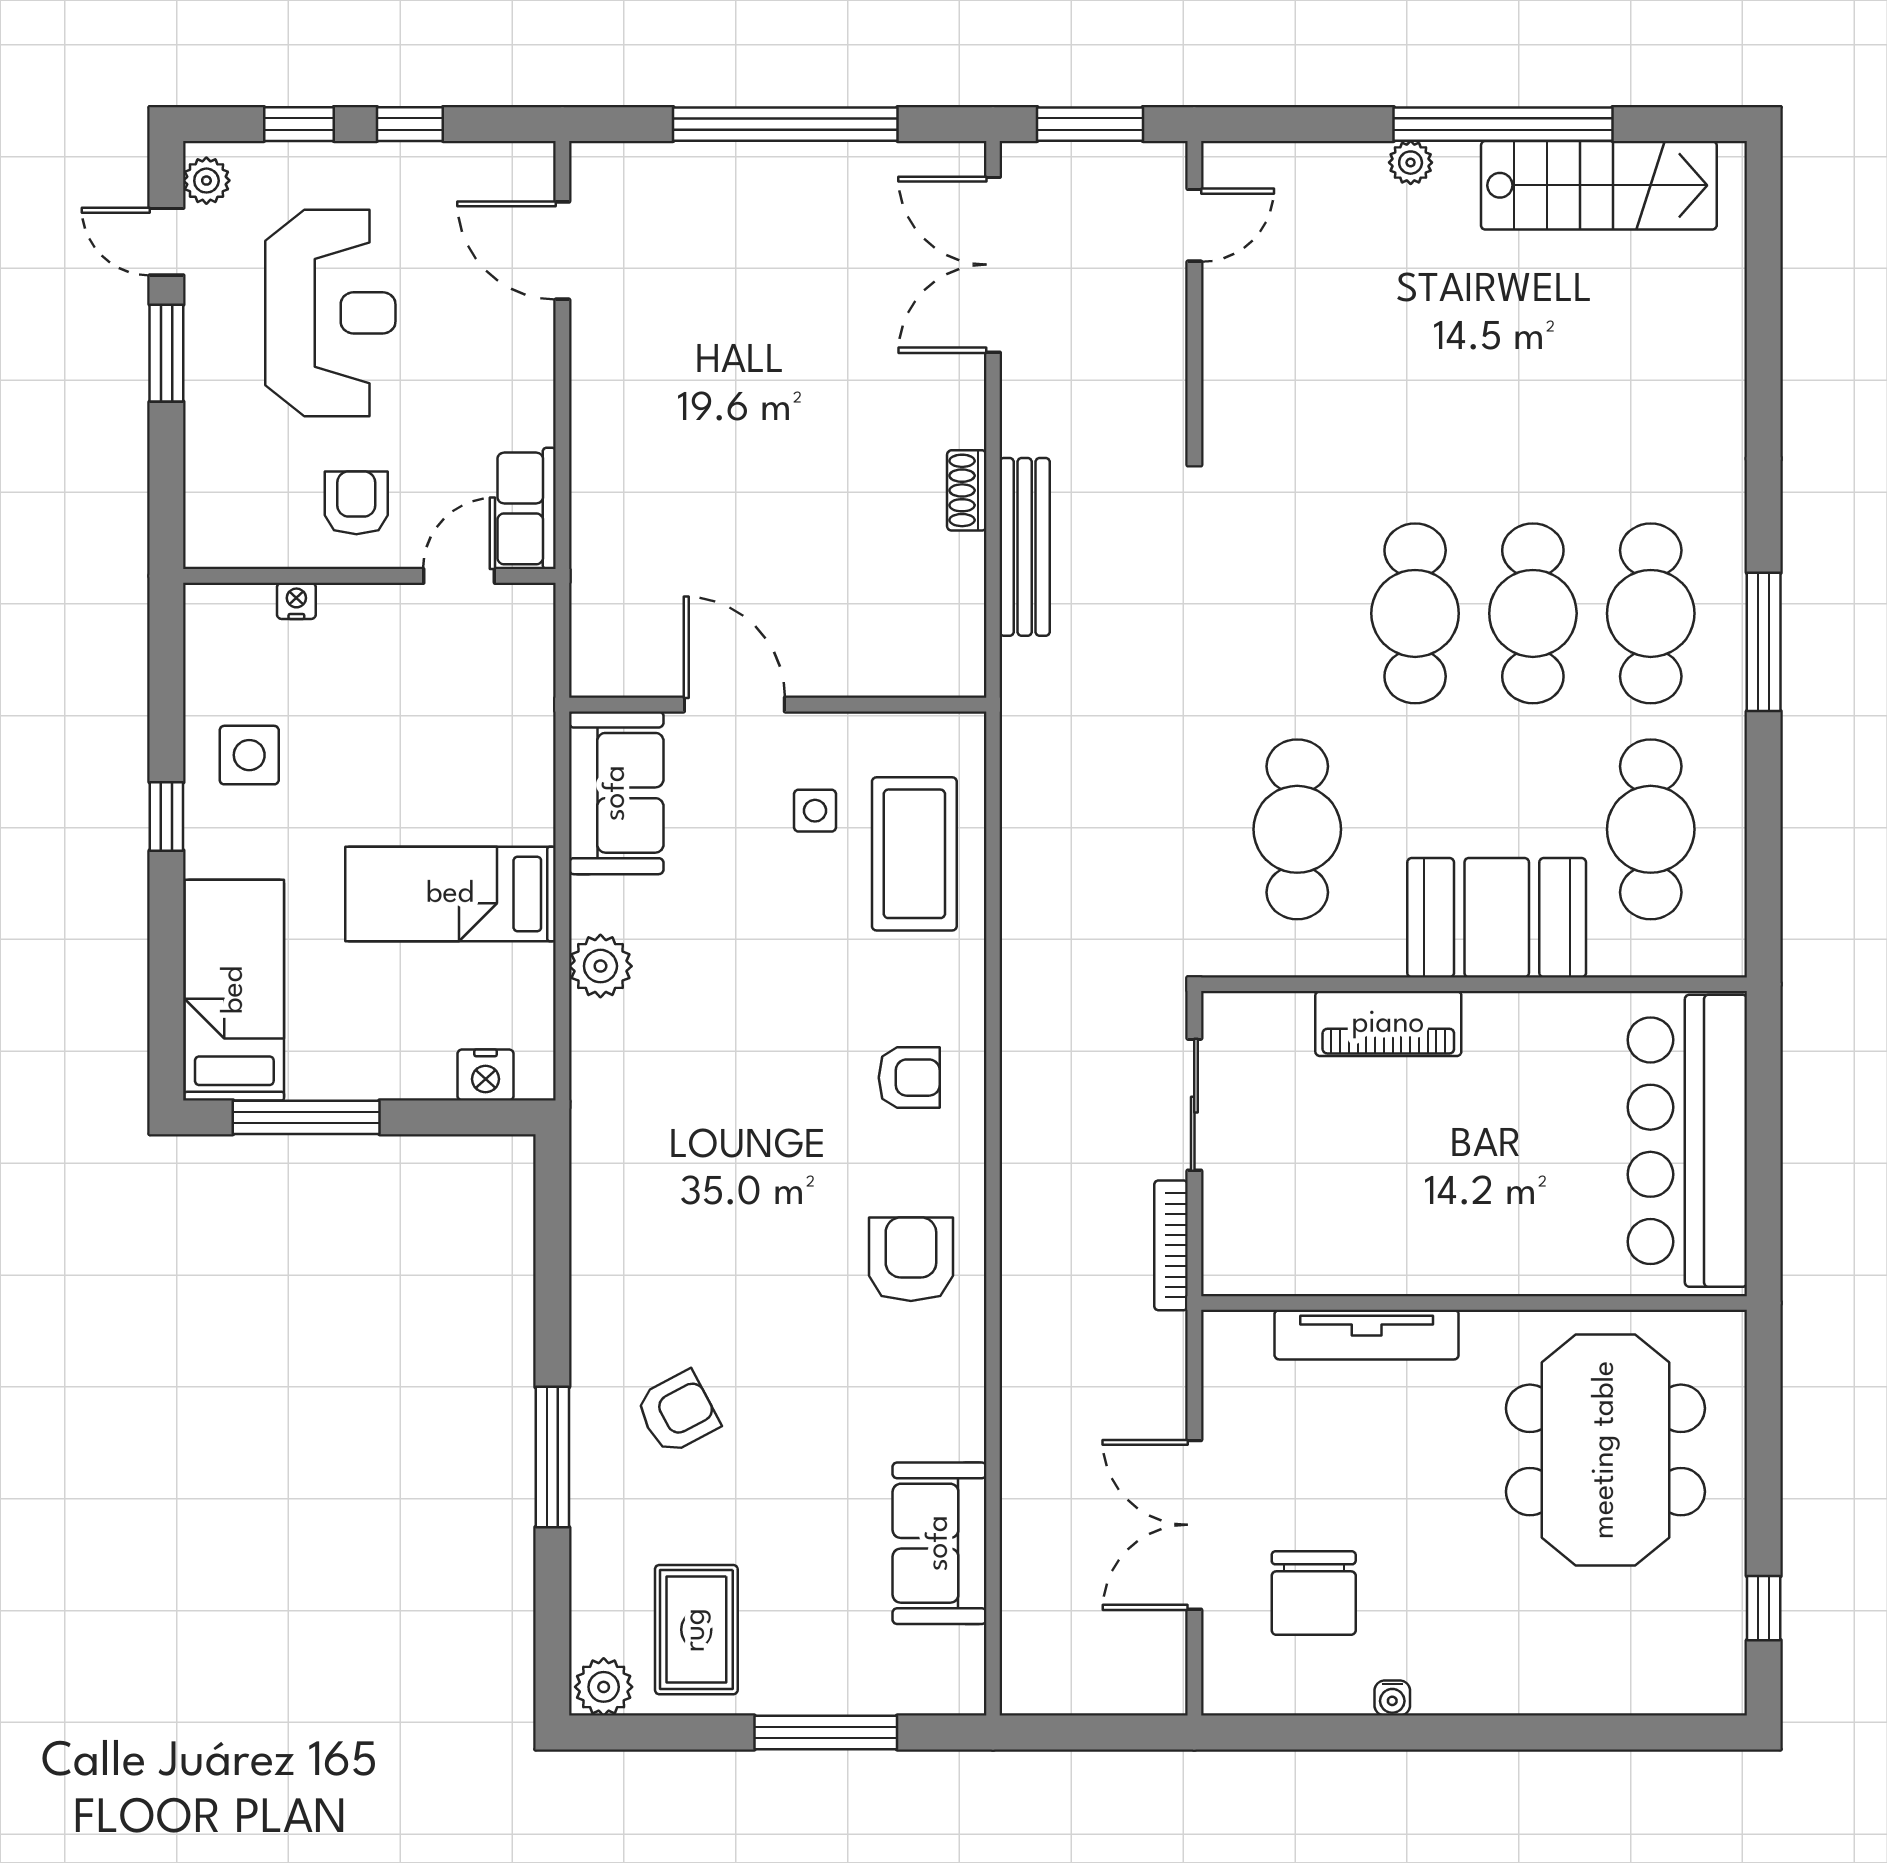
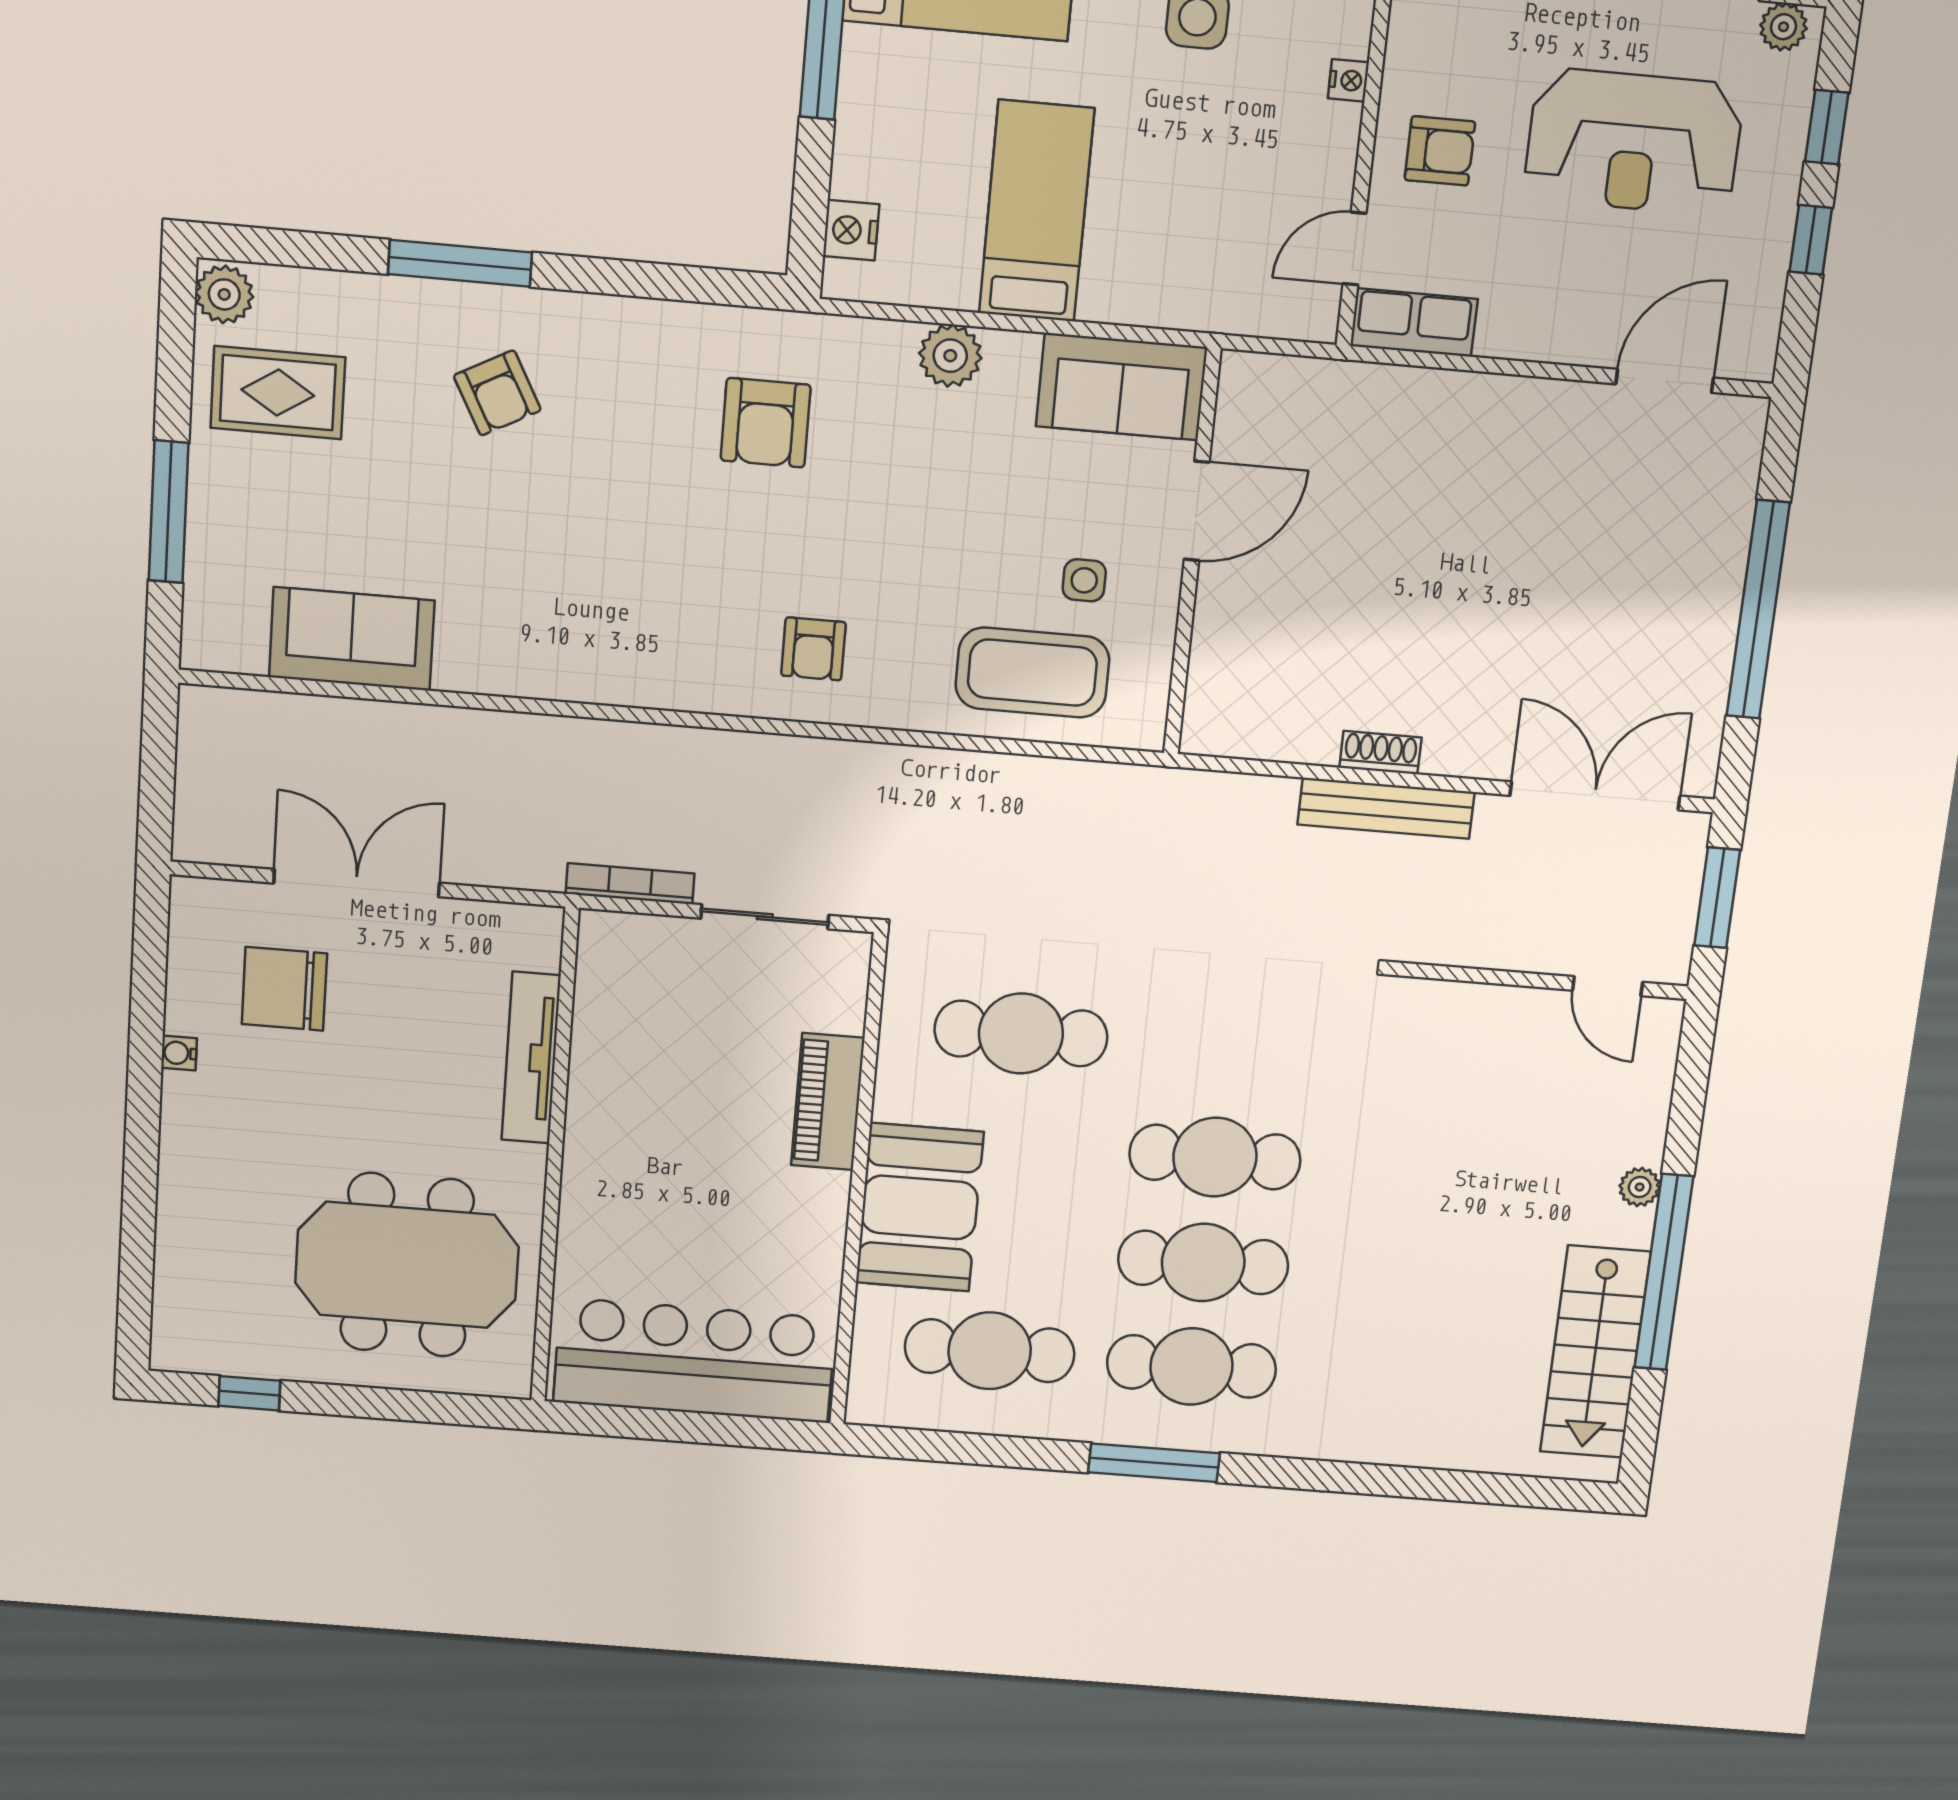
bench: (1025, 547) -> (1386, 808), moved
door: (459, 576) -> (1355, 249), swing flipped
armchair: (911, 1259) -> (766, 423), moved, turned 90

